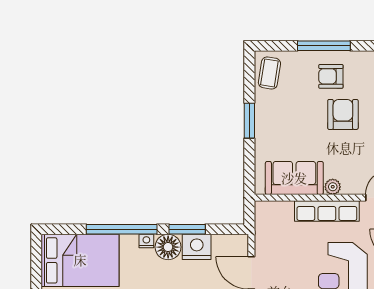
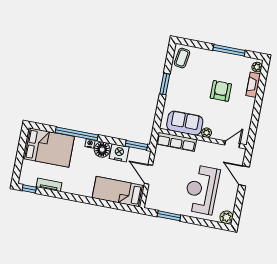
window: (324, 46) -> (229, 50), moved
armchair: (331, 76) -> (218, 67), removed
row of seats: (327, 211) -> (176, 142), moved
window: (187, 229) -> (136, 145), moved

